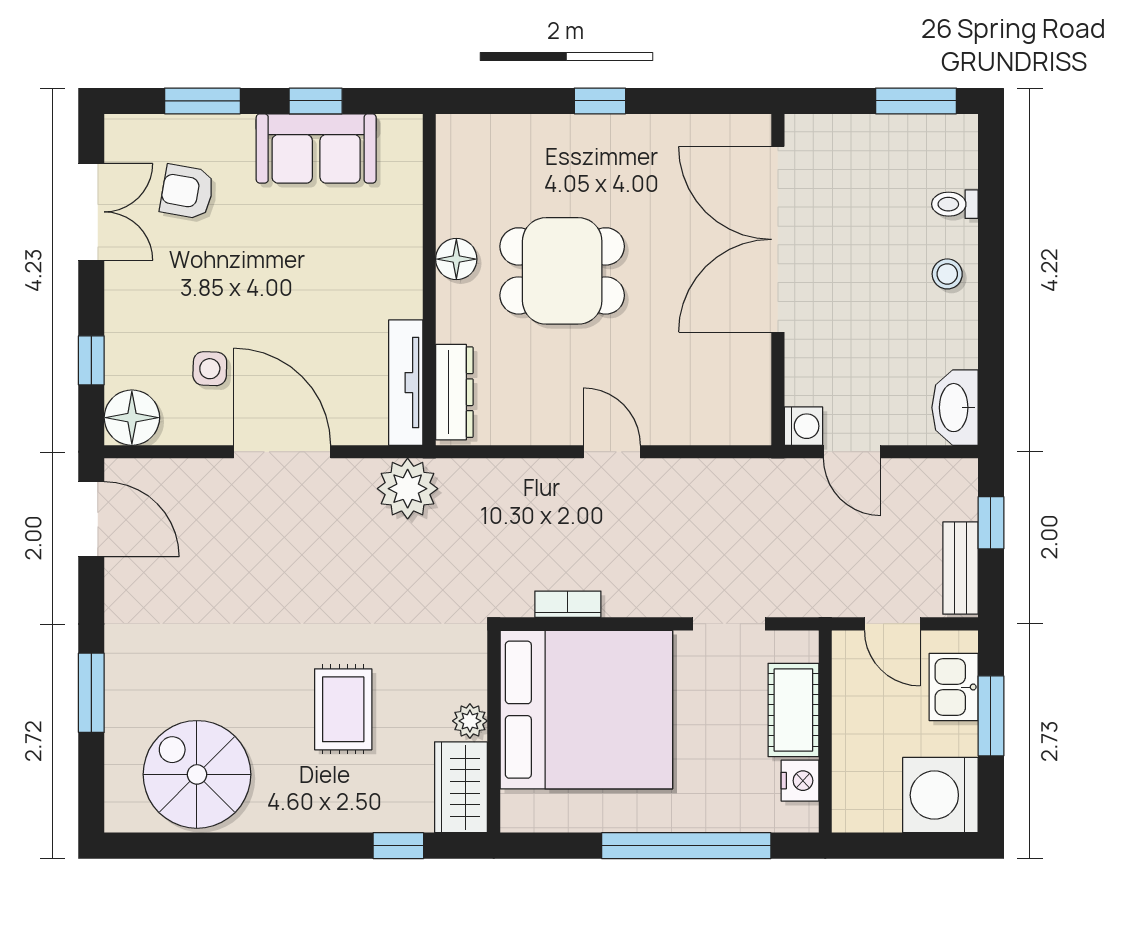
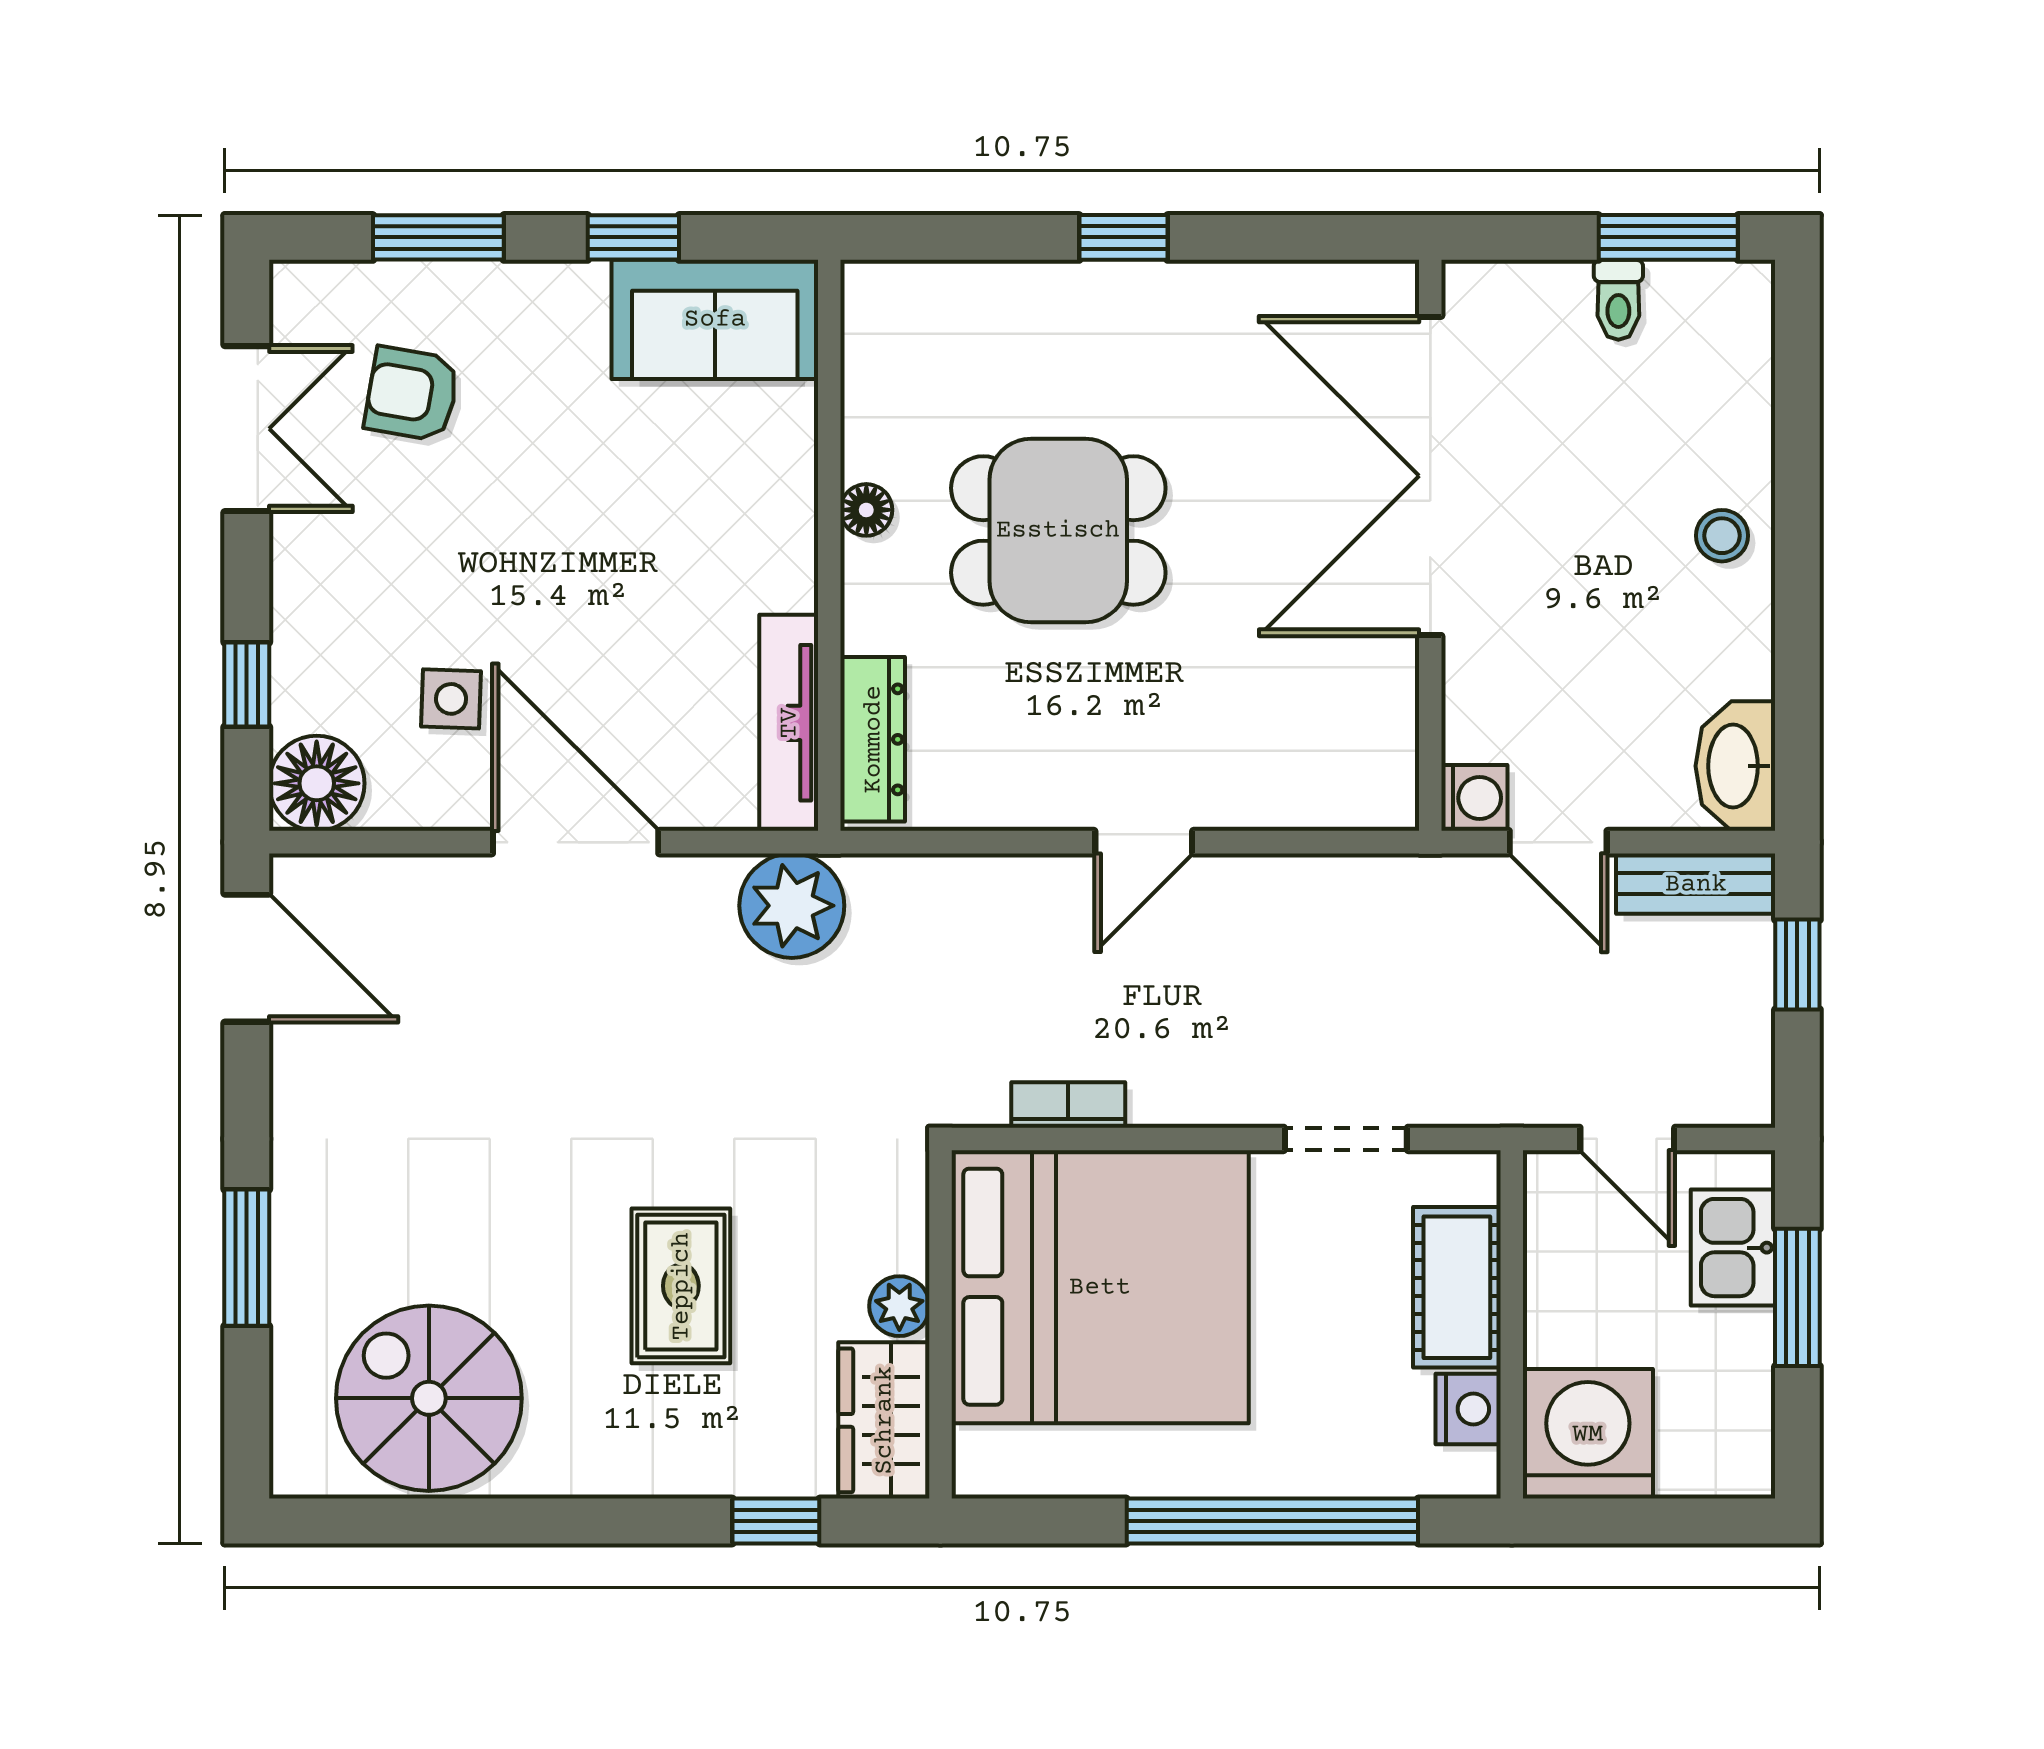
sofa: (316, 148) -> (715, 319), moved
toilet: (955, 204) -> (1618, 300), moved, turned -90
floor lamp: (456, 259) -> (866, 510), width x0.73, depth x0.73
door: (612, 452) -> (1144, 842), swing flipped
bench: (960, 568) -> (1696, 884), moved, turned 90
washing machine: (940, 795) -> (1588, 1434), moved, turned 90

